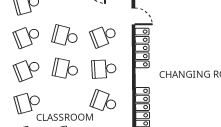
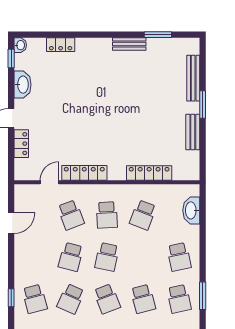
school desk: (27, 36) -> (71, 299), turned 45

